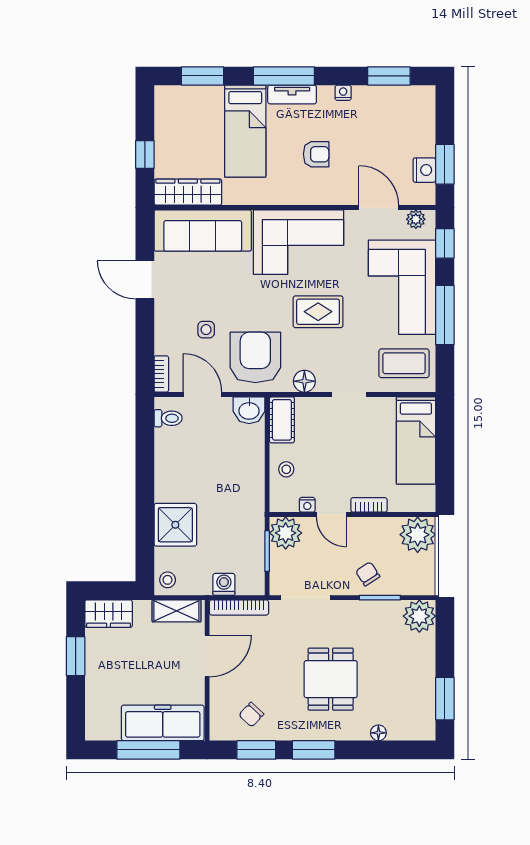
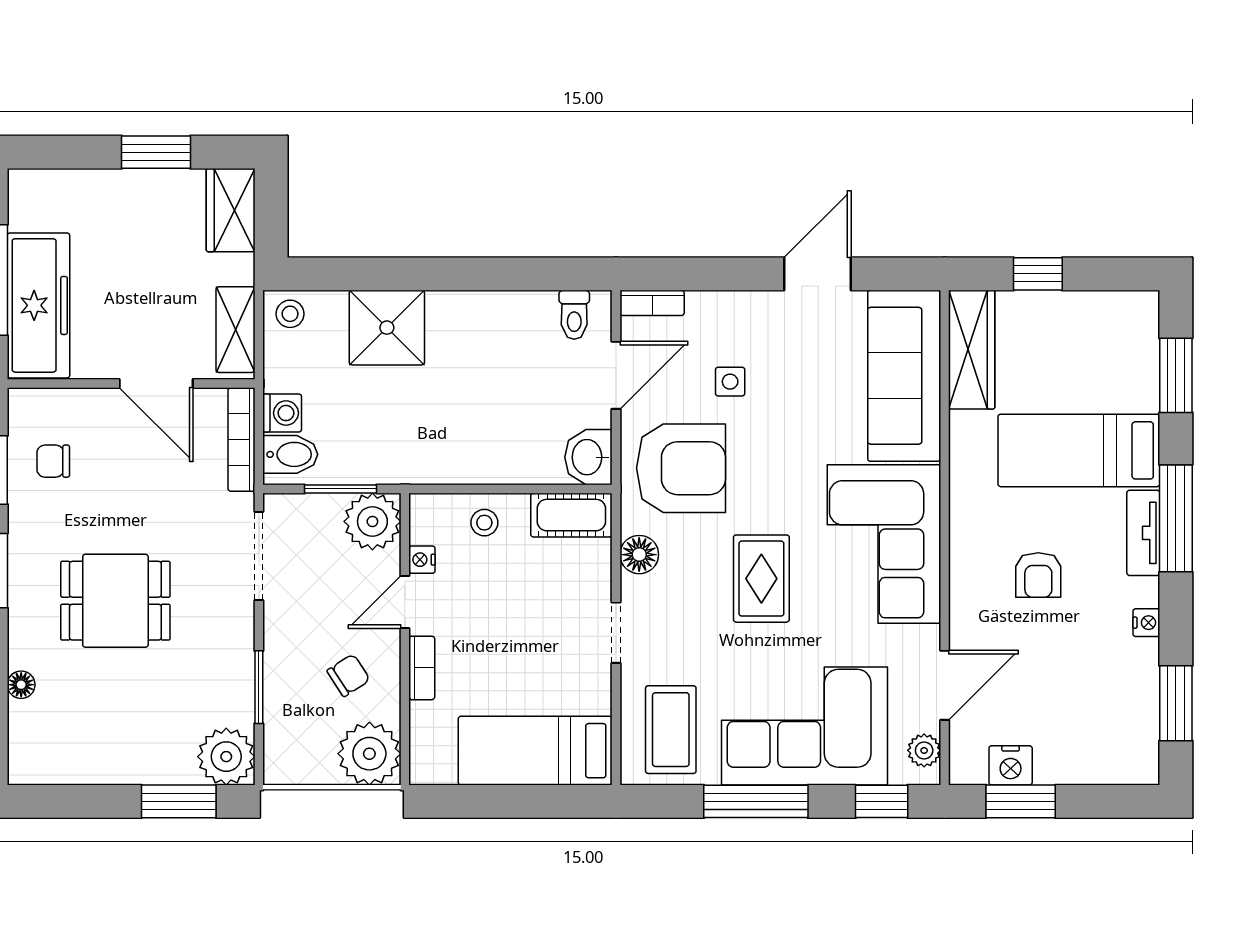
chair: (368, 574) -> (348, 675), moved
bidet: (247, 580) -> (290, 454), added
window: (445, 699) -> (179, 801), moved
chair: (251, 715) -> (53, 461), turned -43

